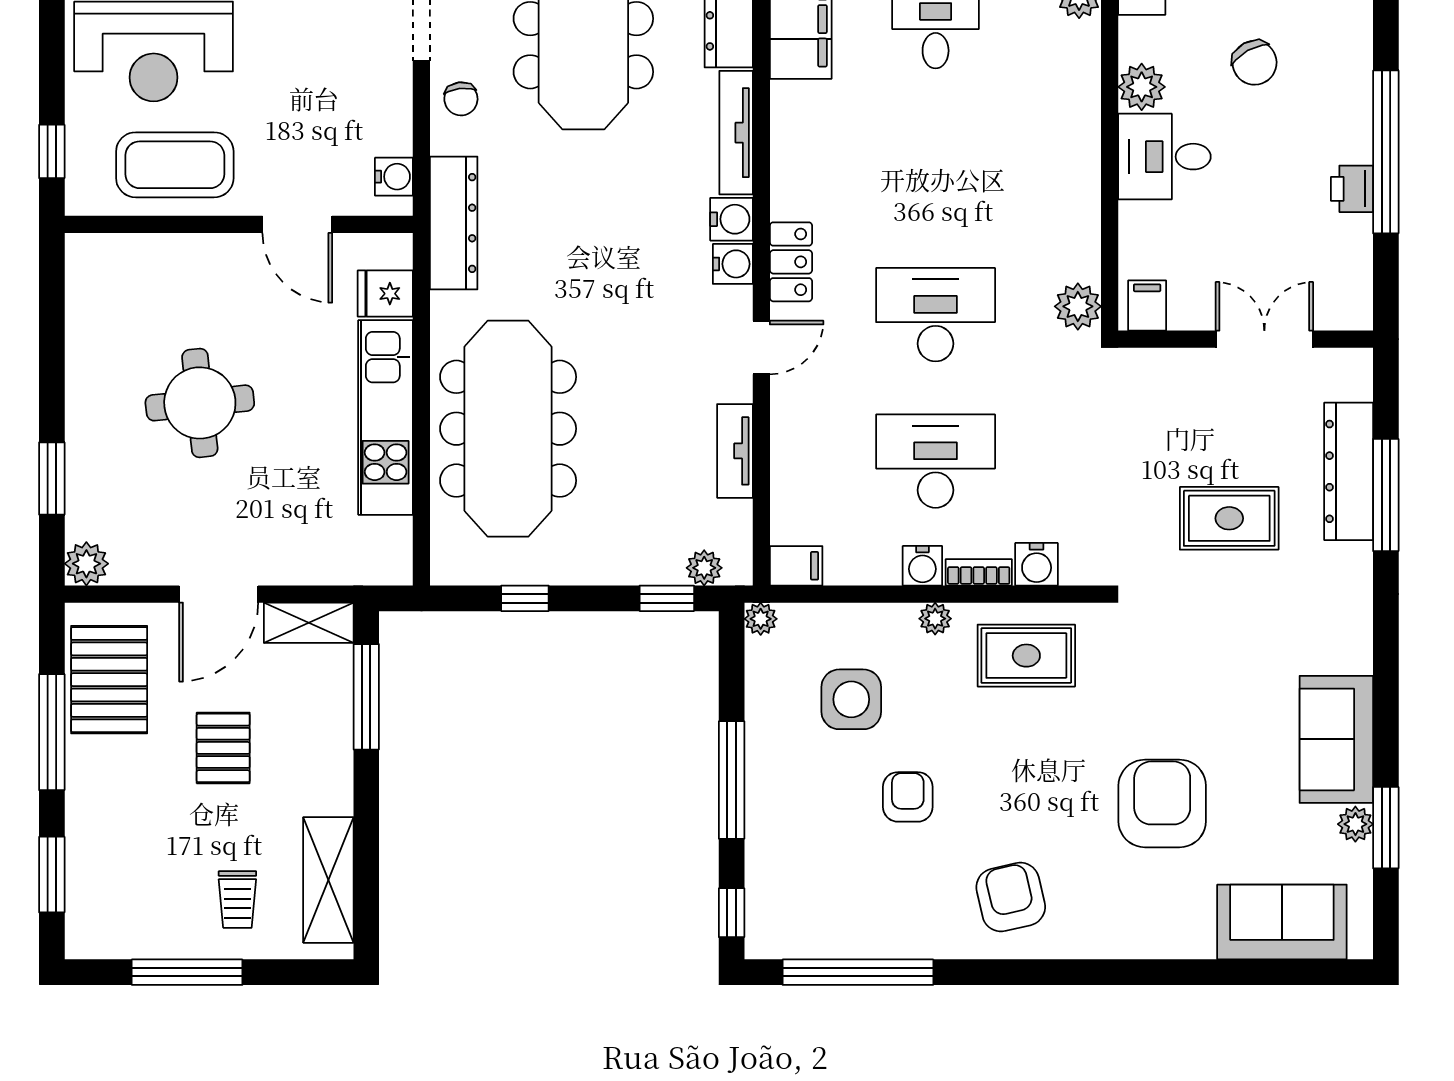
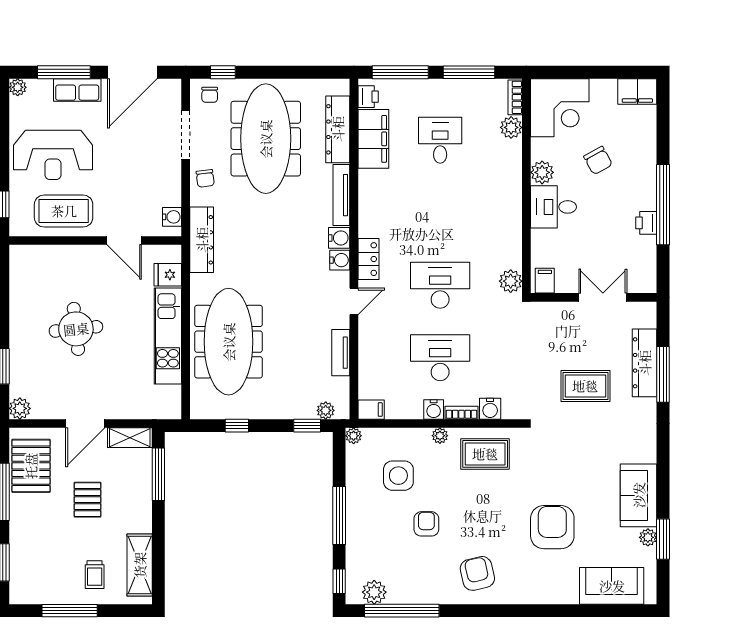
plant: (802, 935) -> (374, 592), added

